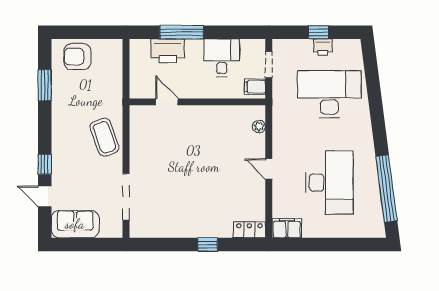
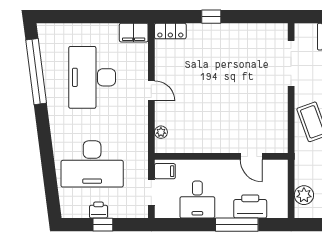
plant: (113, 62) -> (304, 195), added

